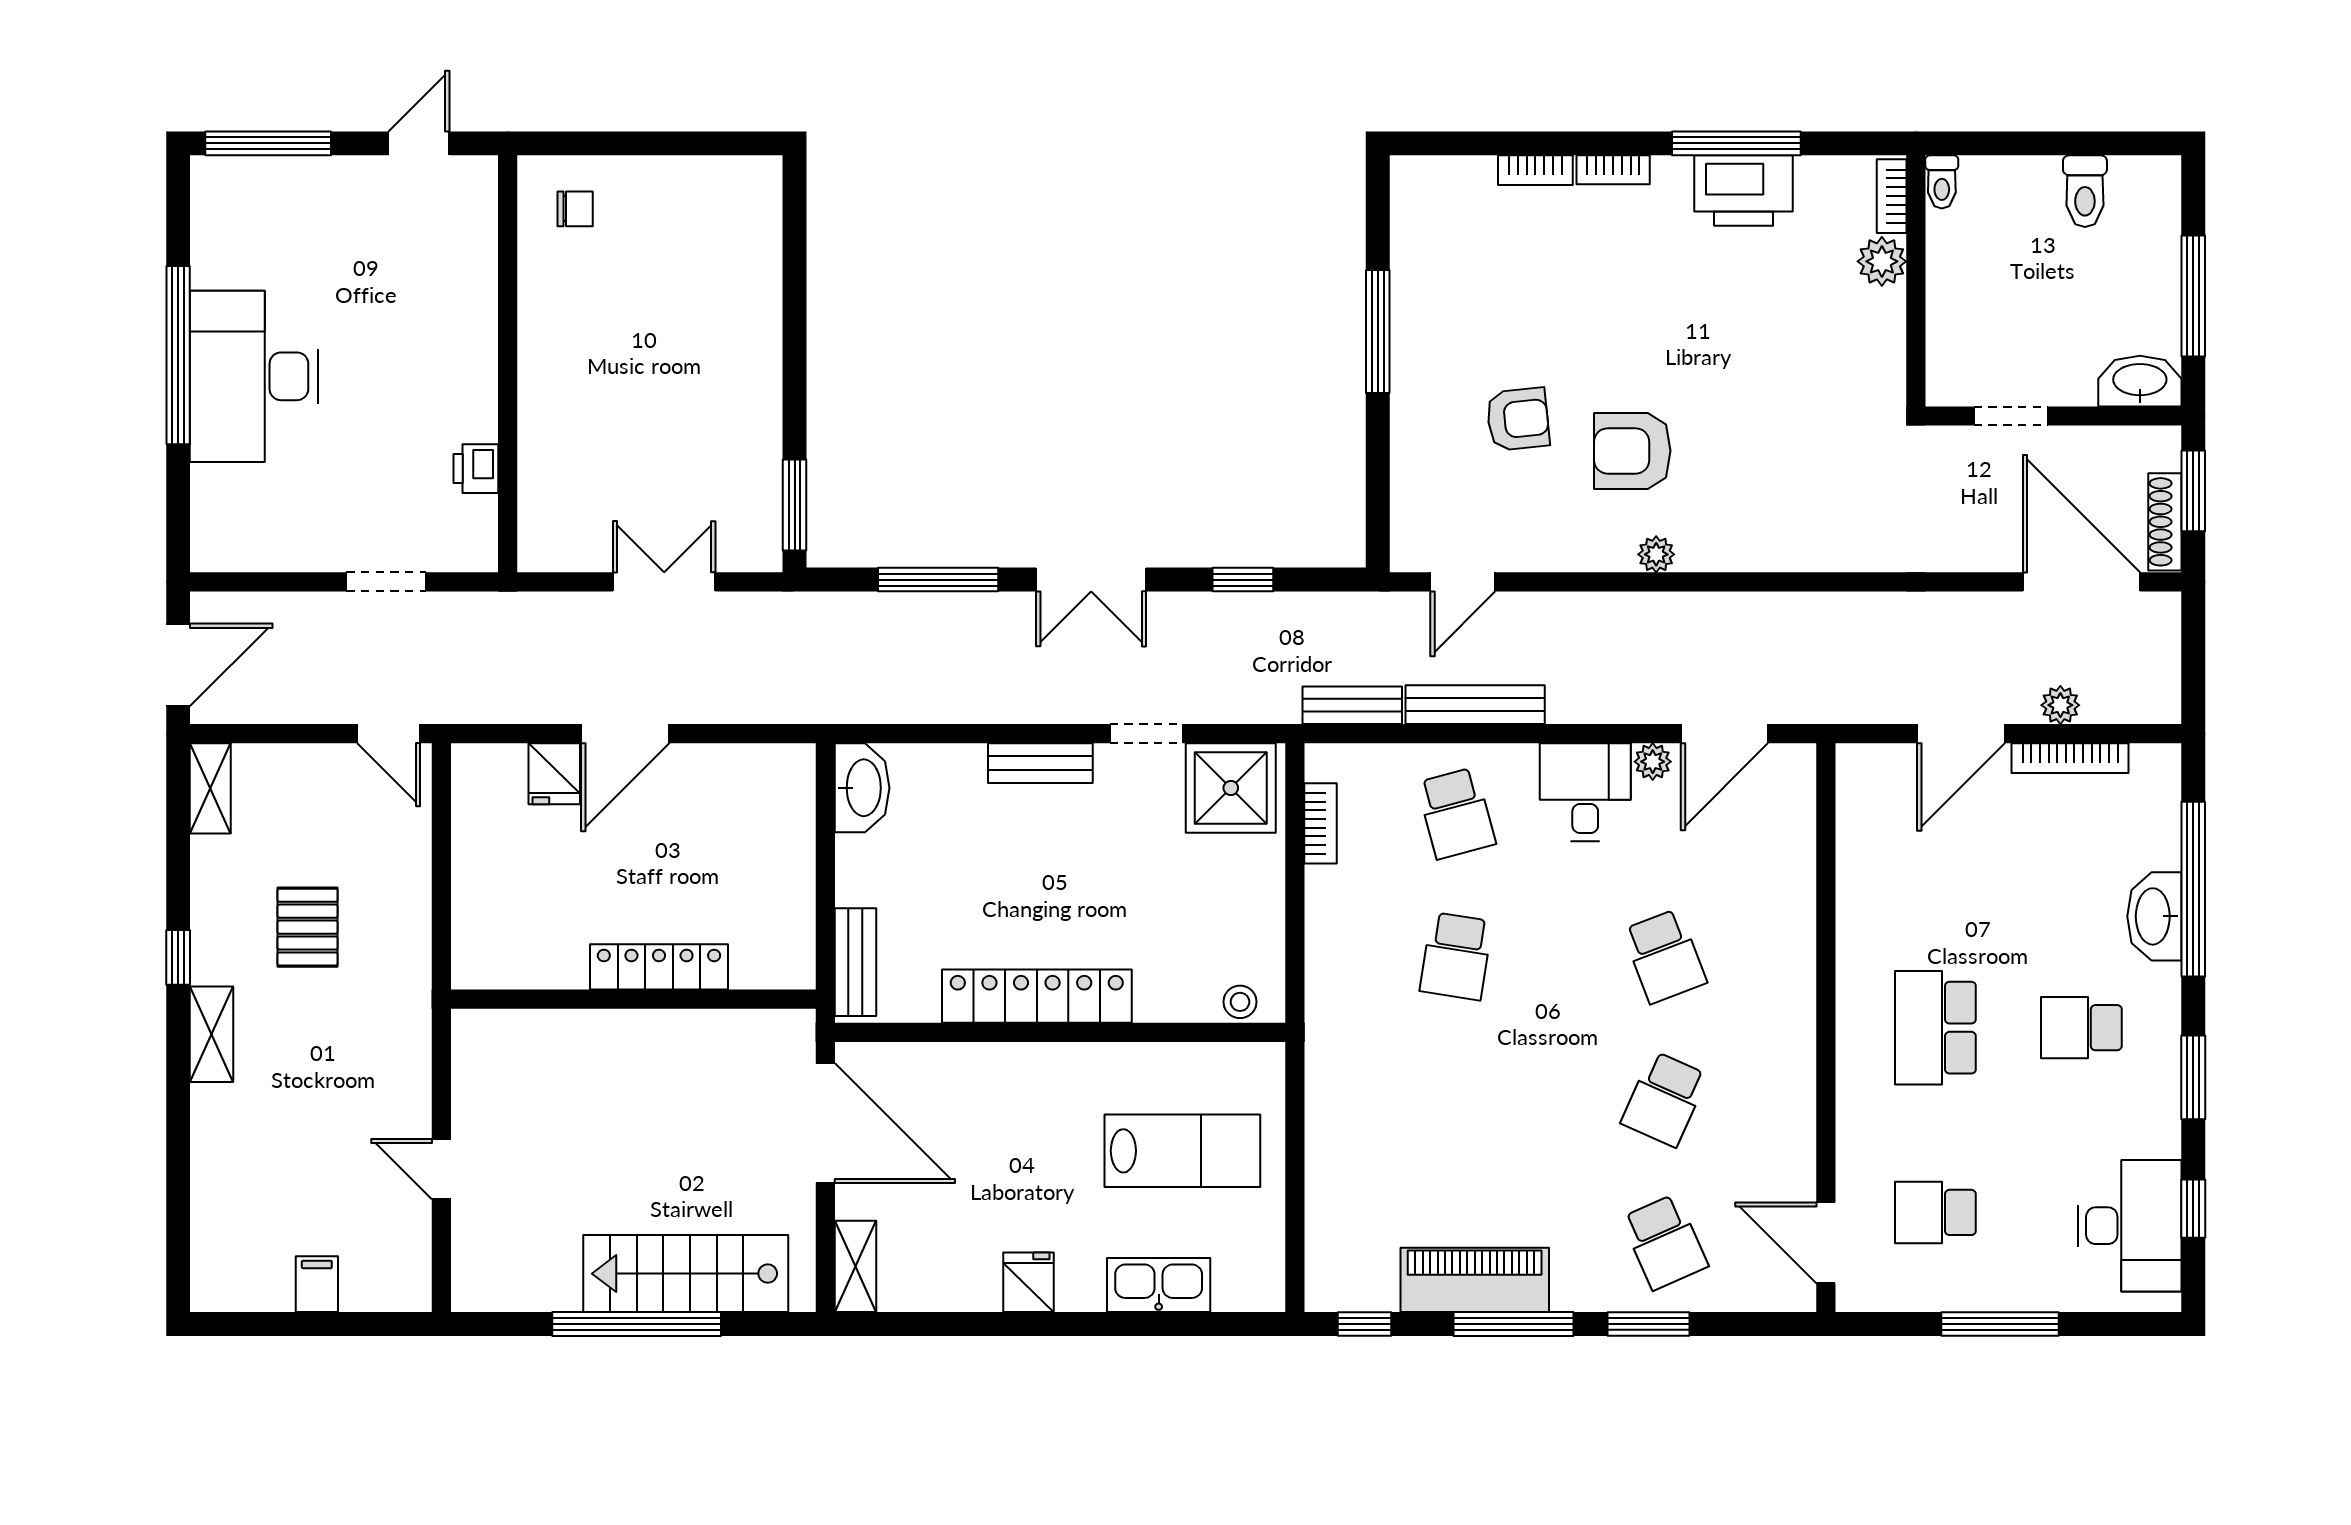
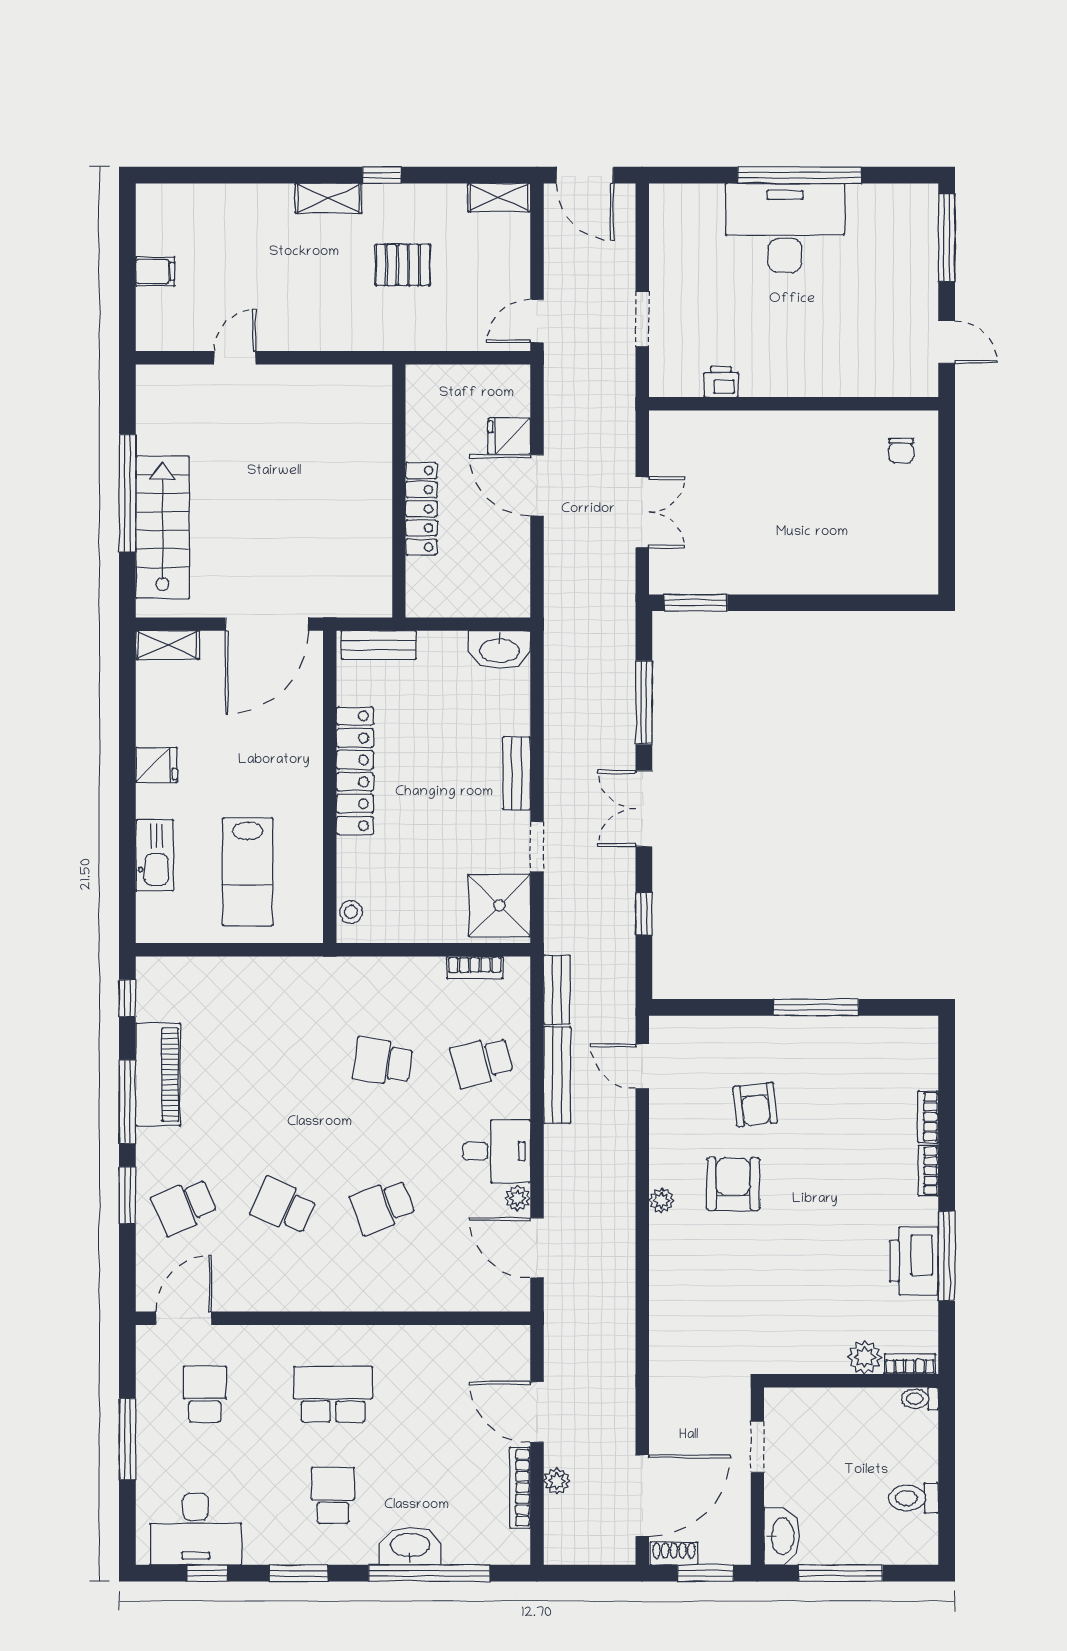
shoe rack: (2165, 522) -> (674, 1553), width x0.70
locker: (659, 967) -> (421, 509), moved
wall: (633, 999) -> (399, 491), moved

